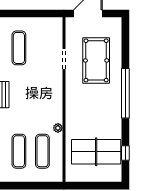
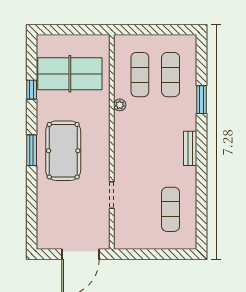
pool table: (96, 60) -> (63, 151), moved
window: (125, 93) -> (32, 150), width x0.47
window: (125, 153) -> (32, 90), moved

